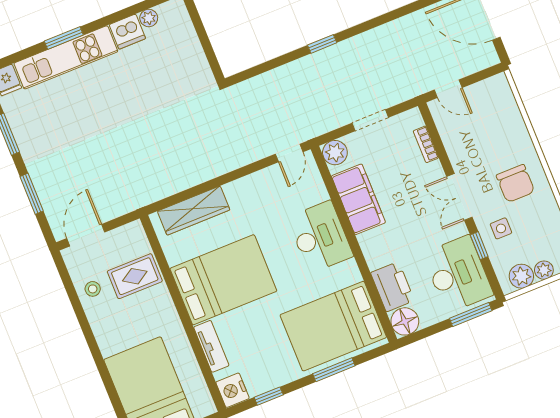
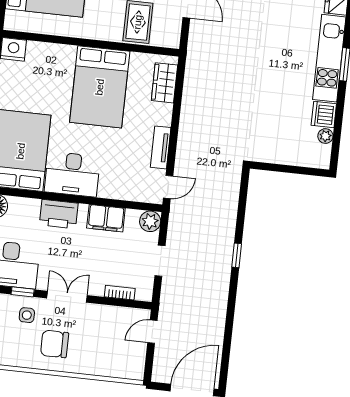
door: (289, 153) -> (168, 187), swing flipped
filing cabinet: (358, 199) -> (106, 218), width x0.67, depth x0.86
wardrobe: (194, 211) -> (164, 83), width x0.67
desk: (320, 237) -> (72, 174), moved
printer: (392, 287) -> (59, 214), moved
tv unit: (211, 346) -> (161, 147), moved, turned 90

